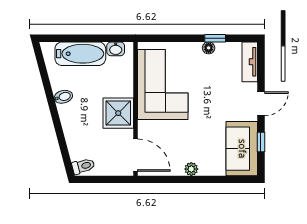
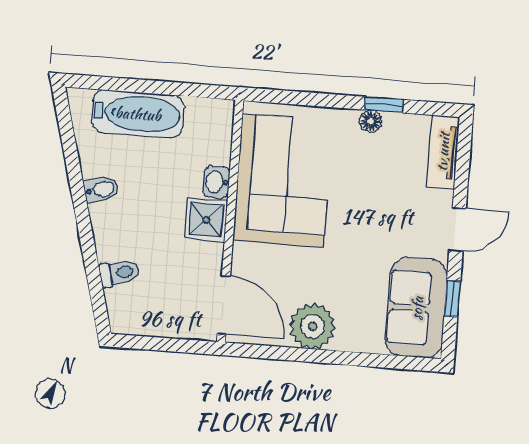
washbasin: (116, 49) -> (216, 182), moved, turned 90
shower: (118, 113) -> (206, 220), width x0.73, depth x0.73
toilet: (83, 166) -> (119, 273), moved
plant: (191, 169) -> (313, 326), width x1.88, depth x1.88

